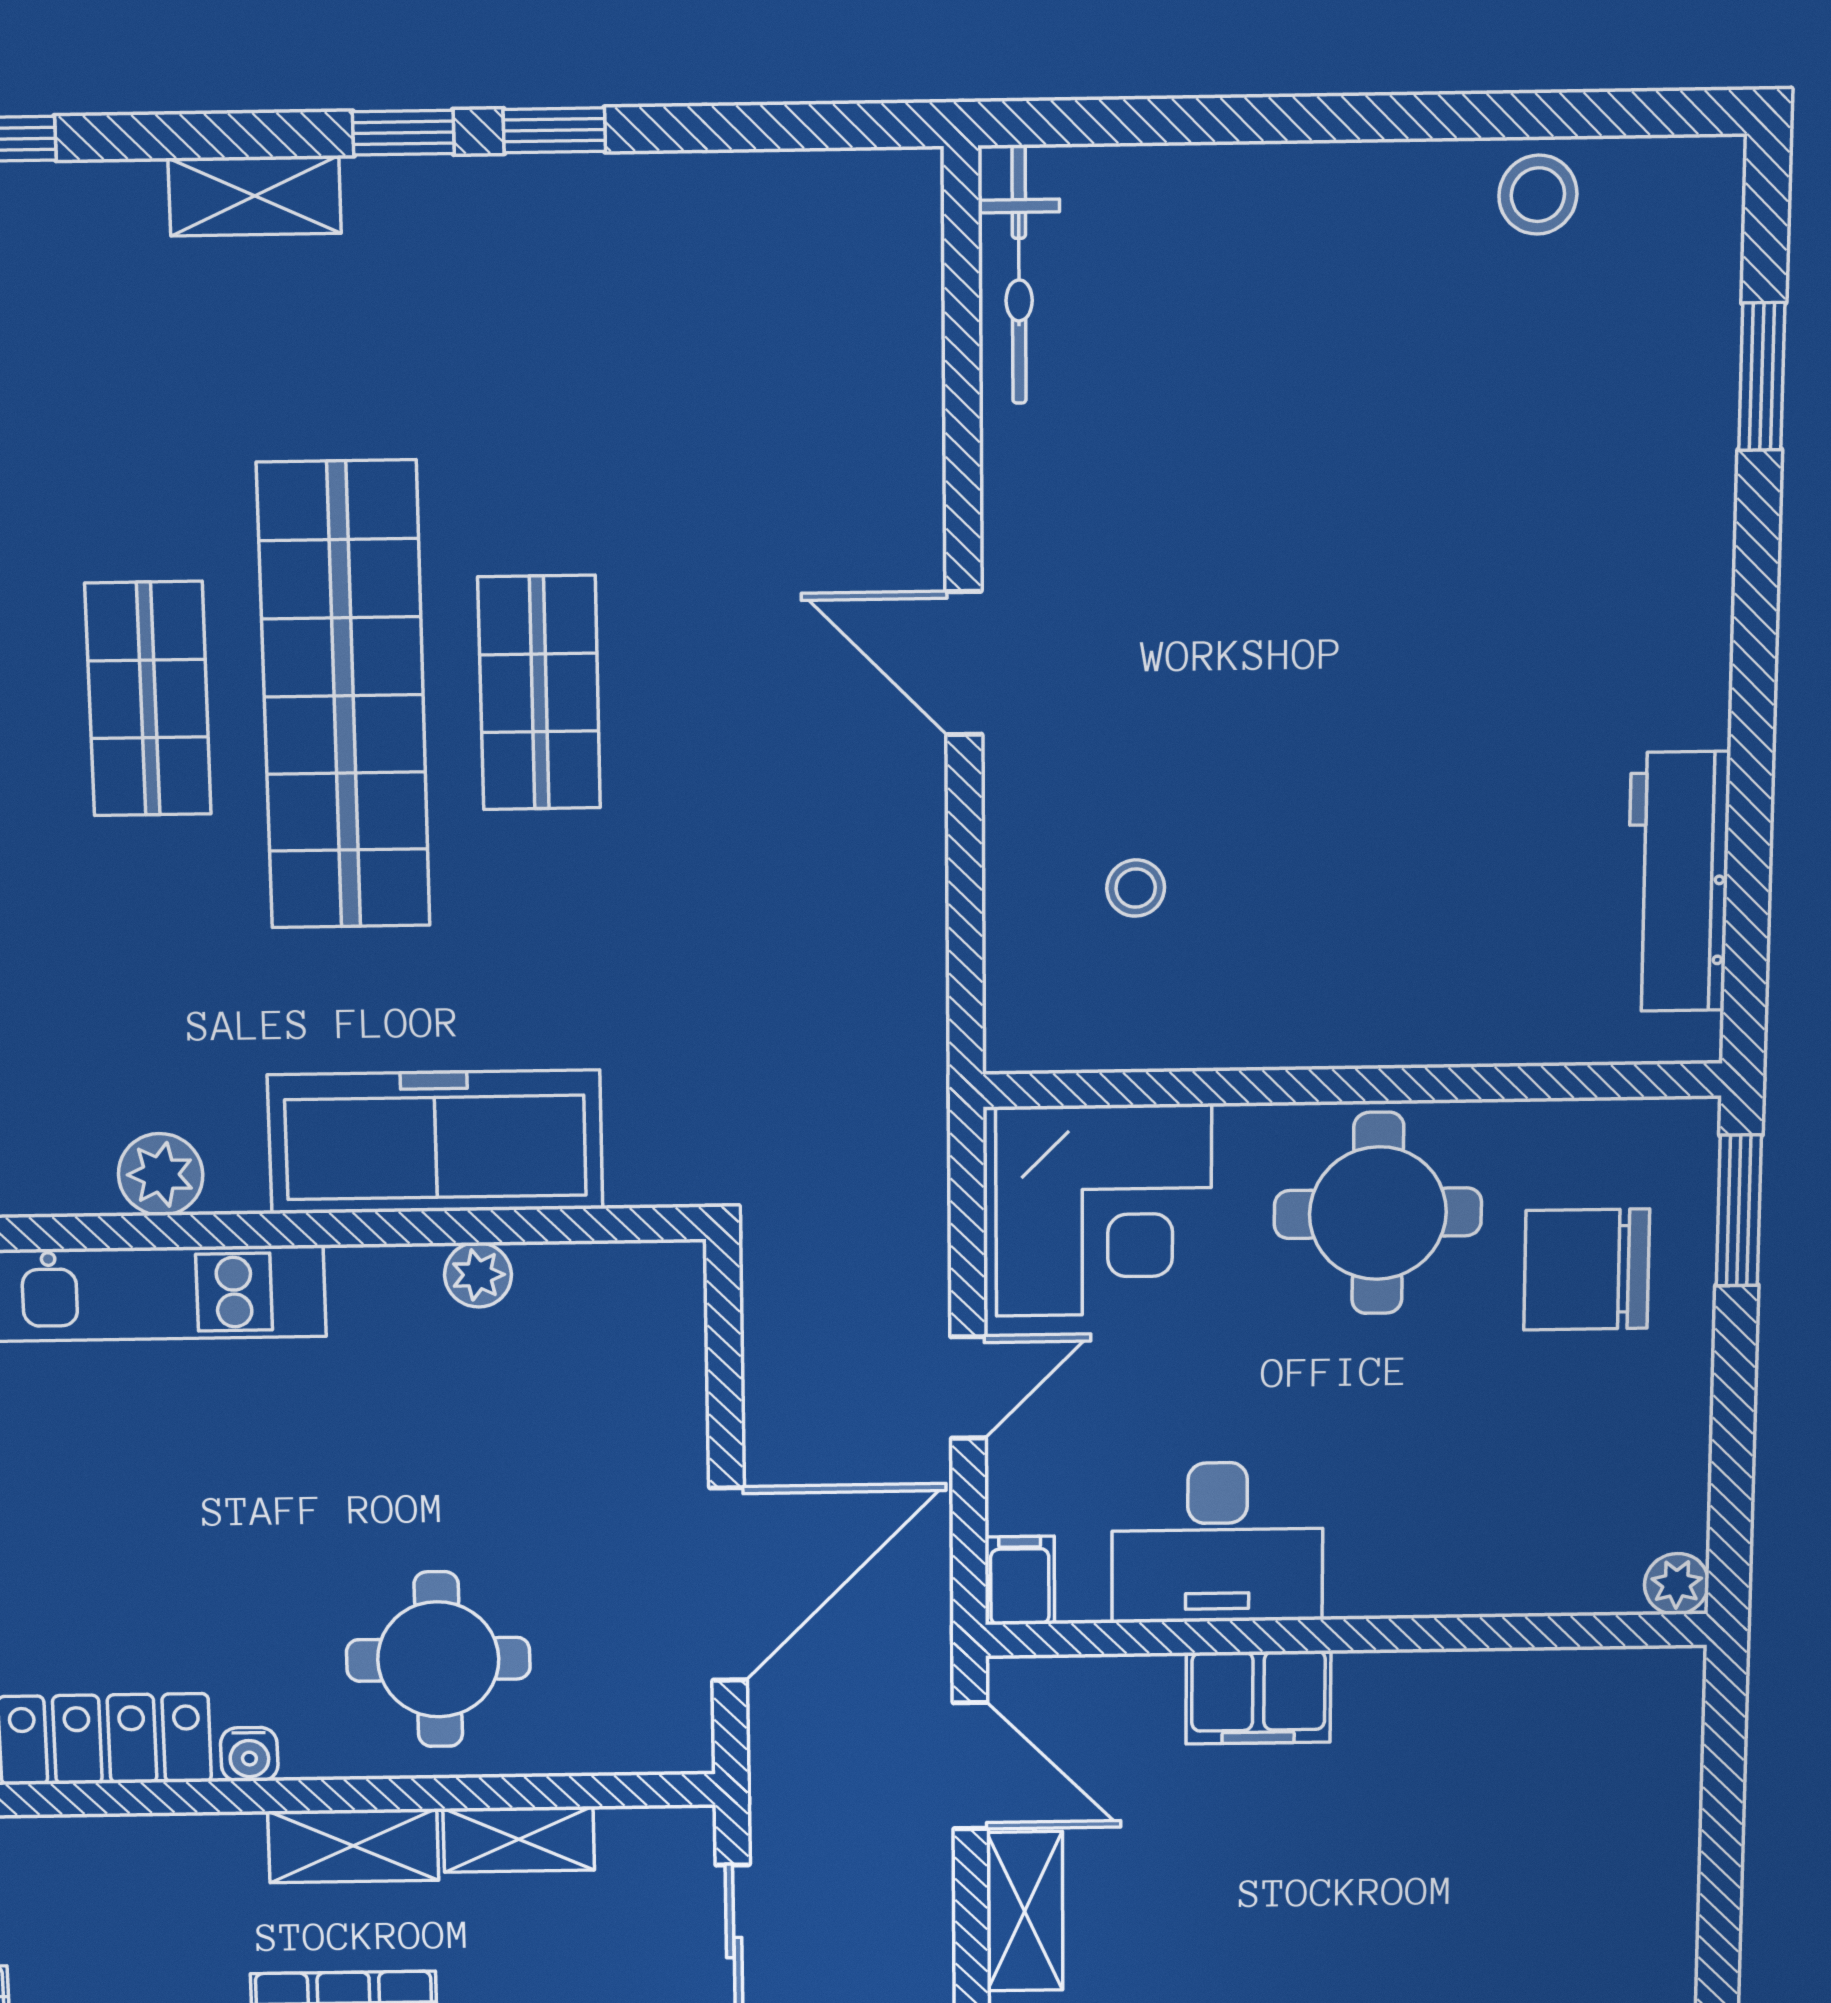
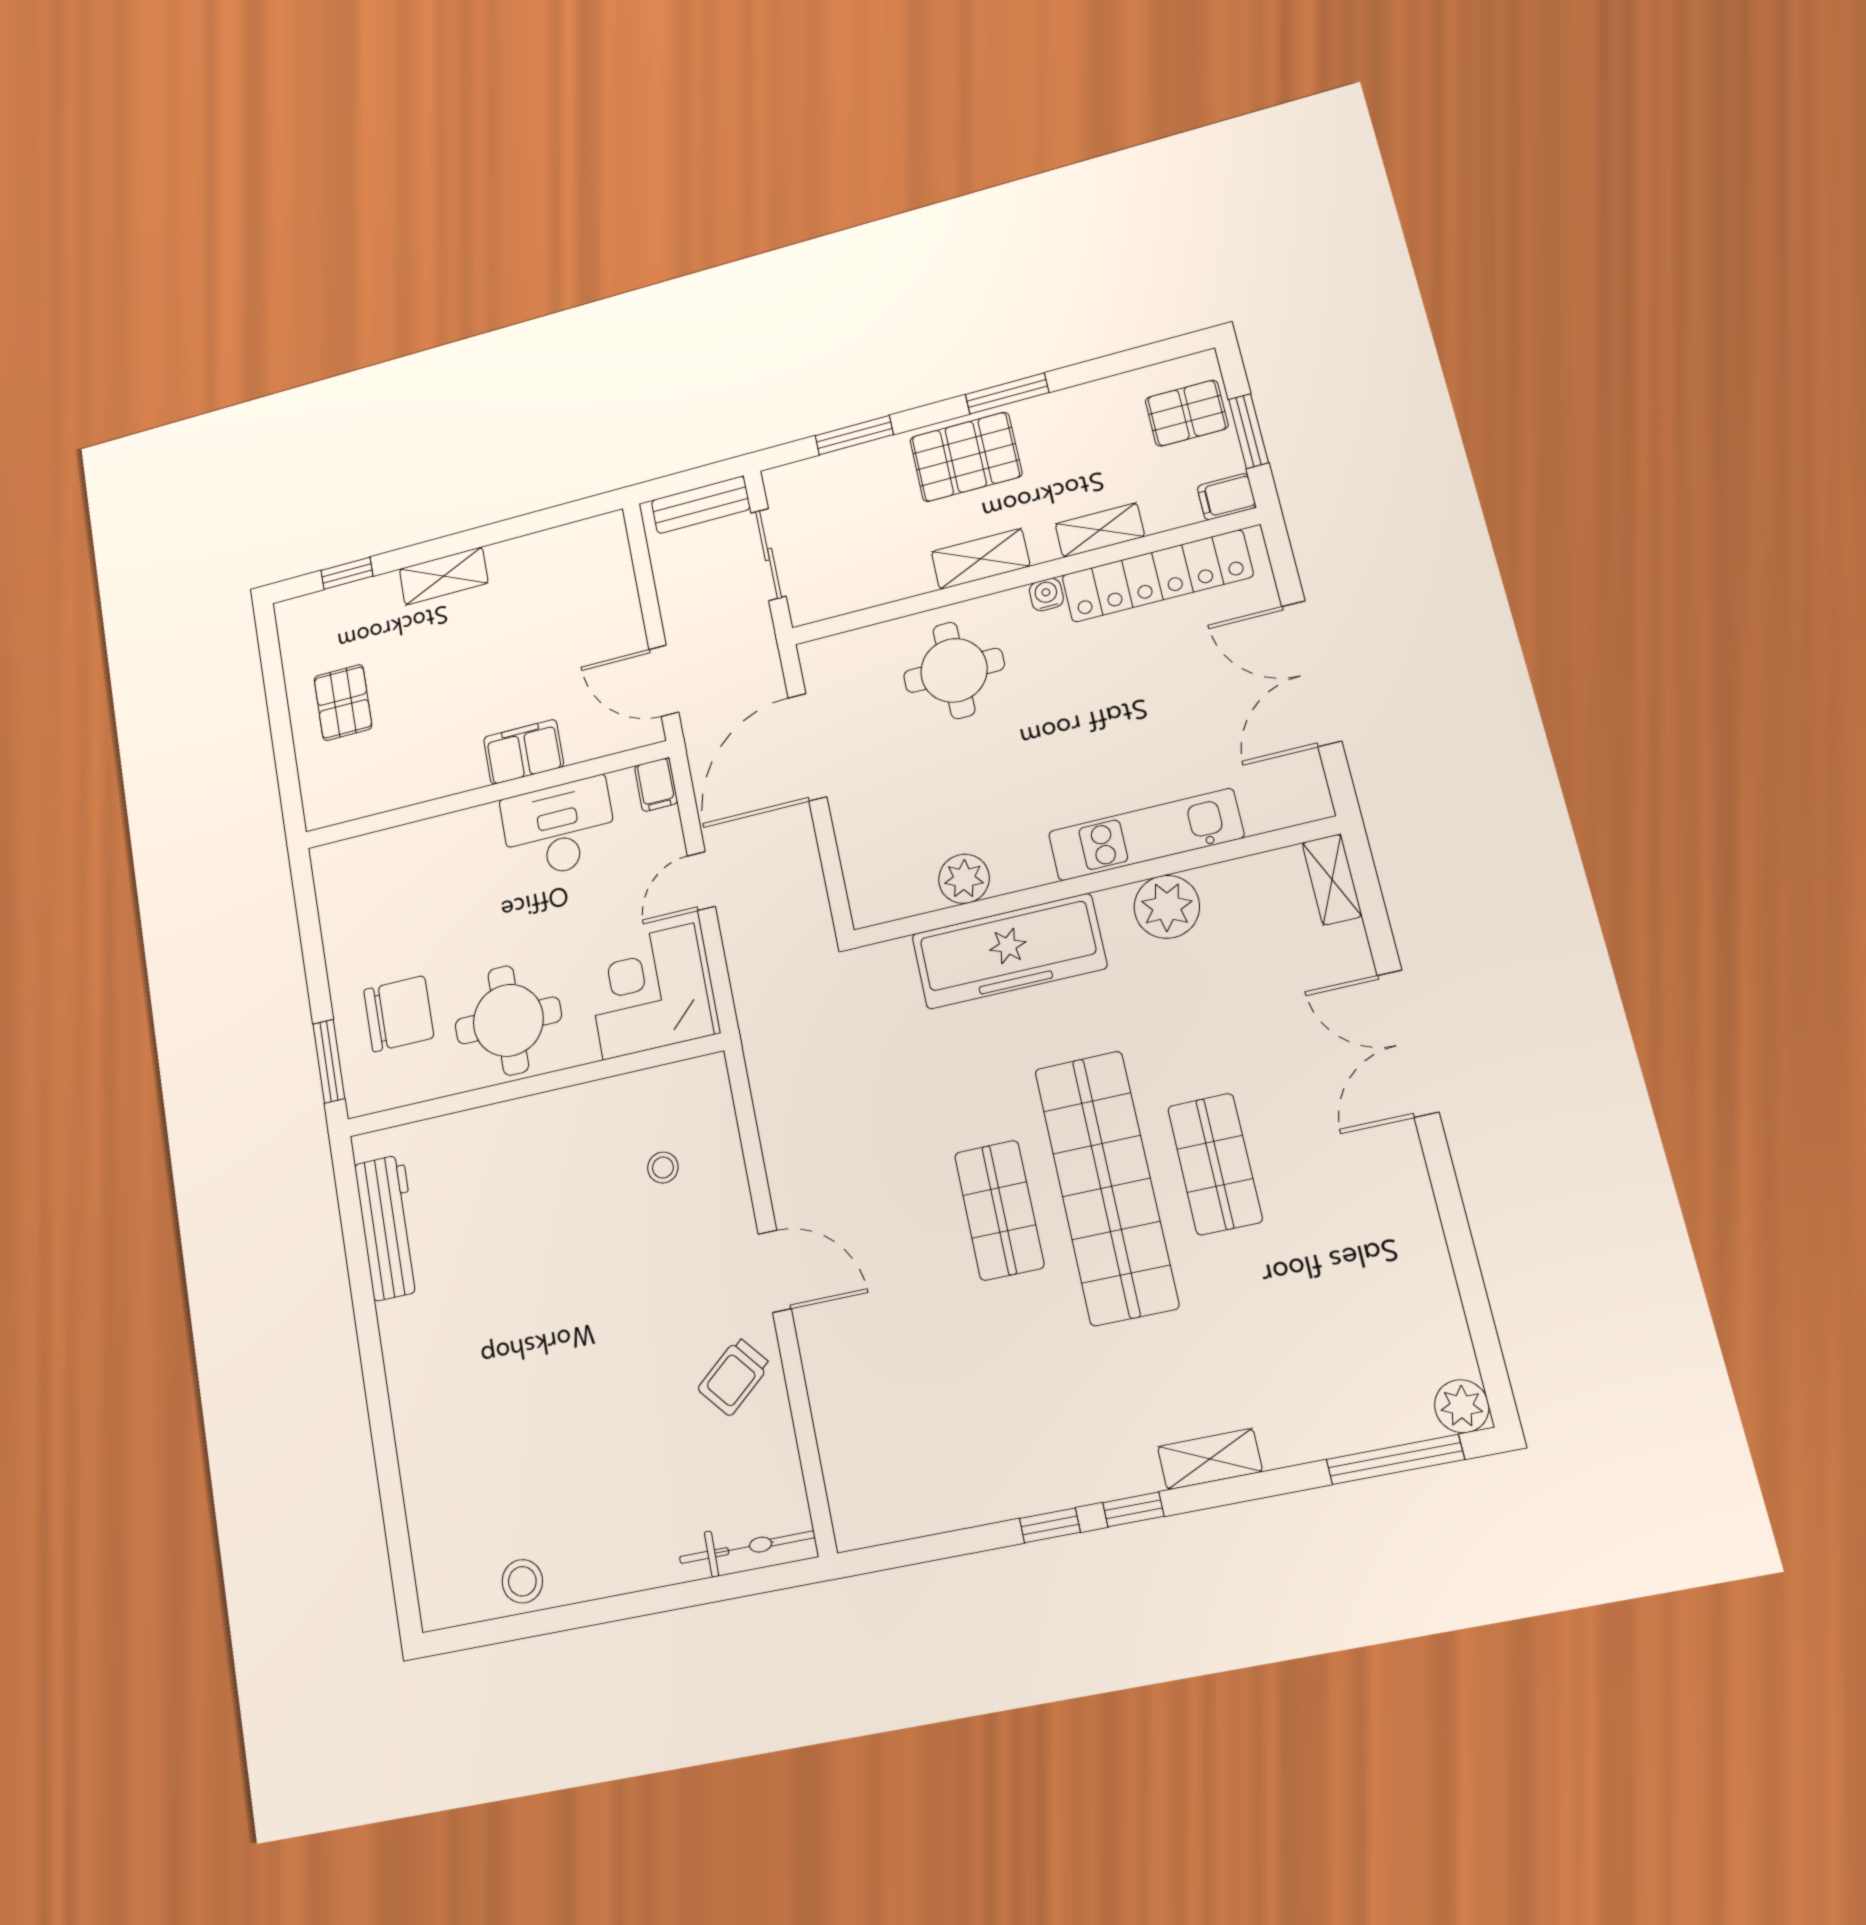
bicycle: (1019, 275) -> (747, 1547), moved, turned 90
window: (1762, 376) -> (393, 1504), removed
trolley: (1073, 490) -> (734, 1377), added
plant: (161, 1174) -> (1167, 907), width x1.36, depth x1.36
plant: (478, 1275) -> (964, 879), width x1.38, depth x1.38
plant: (1677, 1584) -> (326, 860), removed
shelving: (519, 1839) -> (1100, 530), moved
pallet: (1590, 1869) -> (343, 702), added
shelving: (1025, 1911) -> (622, 611), removed

